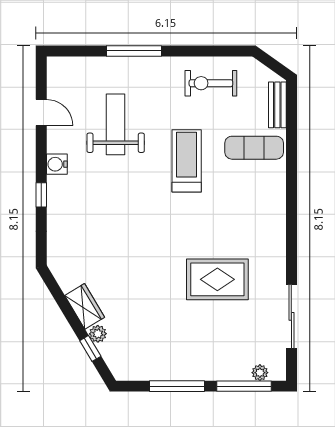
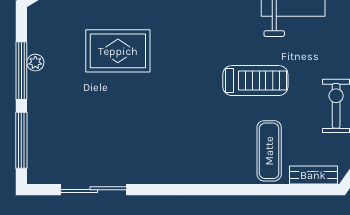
rug: (217, 279) -> (118, 51), moved, turned 90
plant: (260, 373) -> (35, 63), moved

